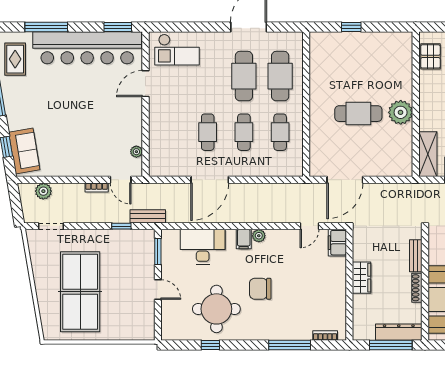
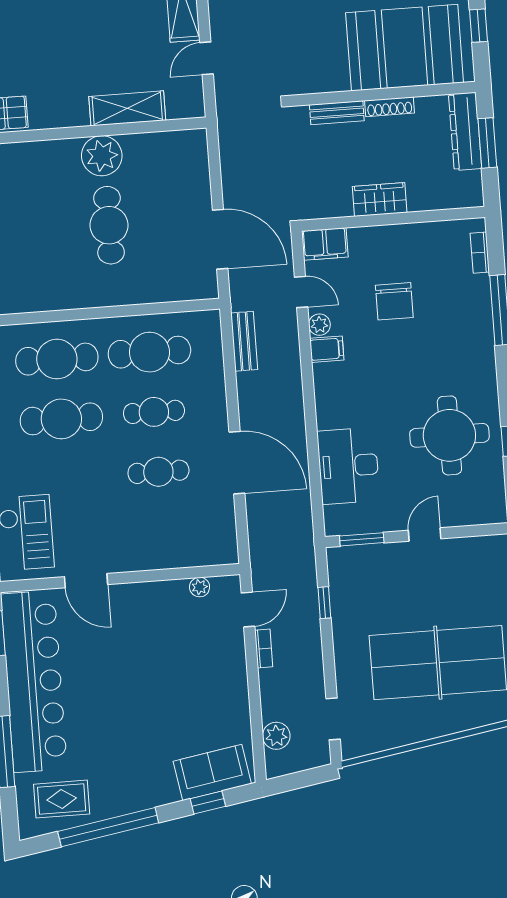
cafe table: (280, 132) -> (149, 352), width x1.37, depth x1.35
shelving: (428, 154) -> (127, 108), moved
bench: (148, 216) -> (244, 341), moved
plant: (259, 236) -> (319, 325), moved
filing cabinet: (244, 239) -> (327, 349), moved
chair: (260, 289) -> (394, 301), moved
window: (391, 345) -> (487, 143), width x0.69

